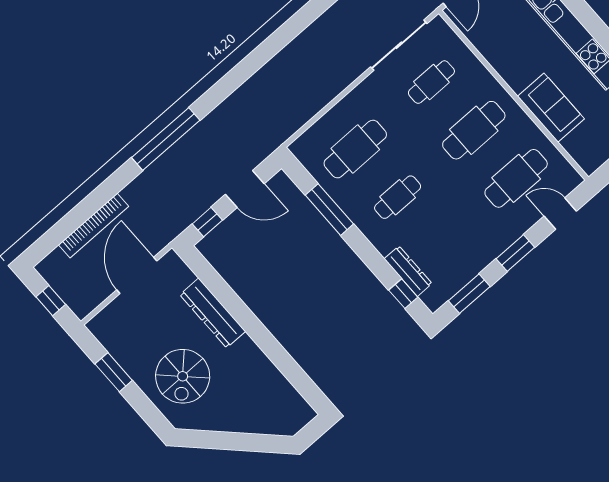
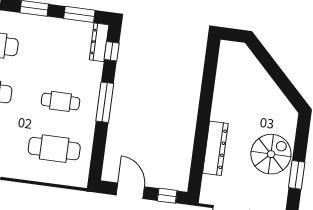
window: (329, 210) -> (105, 102), moved
dresser: (408, 271) -> (99, 42), moved
spiral stairs: (183, 376) -> (271, 154), moved

